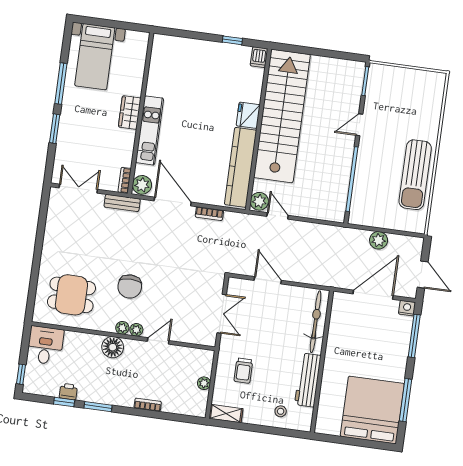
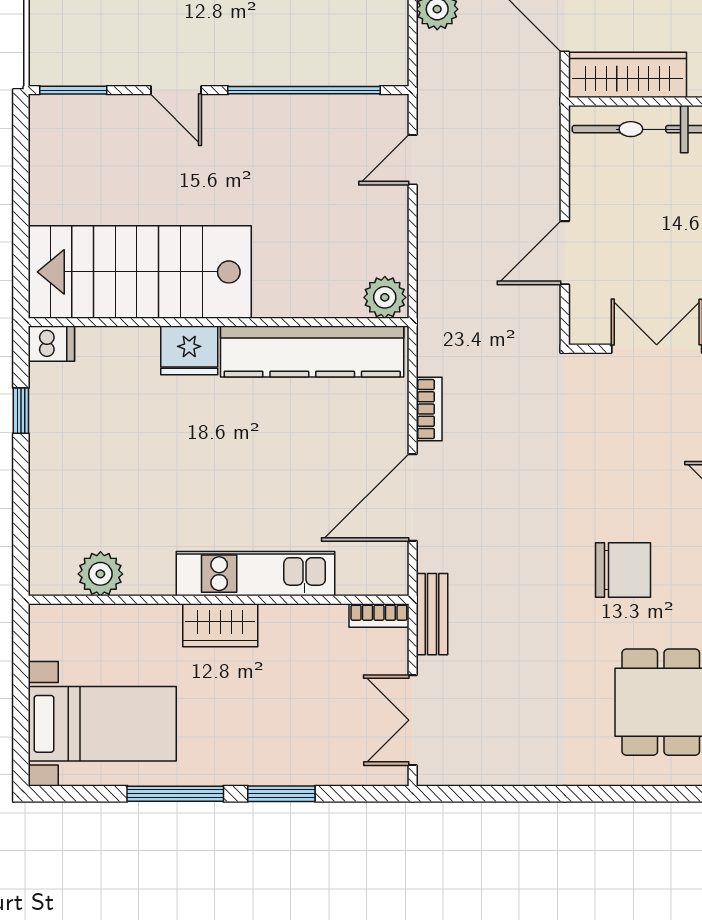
stairs: (282, 116) -> (140, 272), width x0.73
plant: (142, 185) -> (100, 574), moved
door: (278, 216) -> (413, 160), moved
wardrobe: (340, 317) -> (627, 75), added

